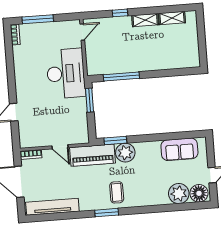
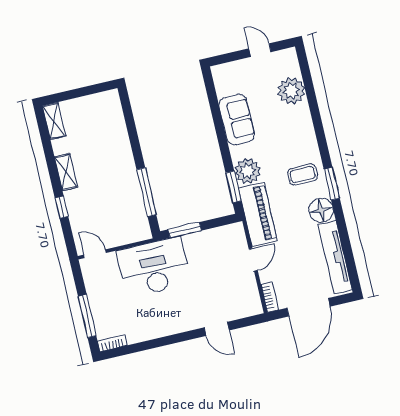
shelving: (172, 18) -> (54, 121), moved
sofa: (179, 149) -> (237, 120), moved
floor lamp: (199, 193) -> (321, 210), moved

